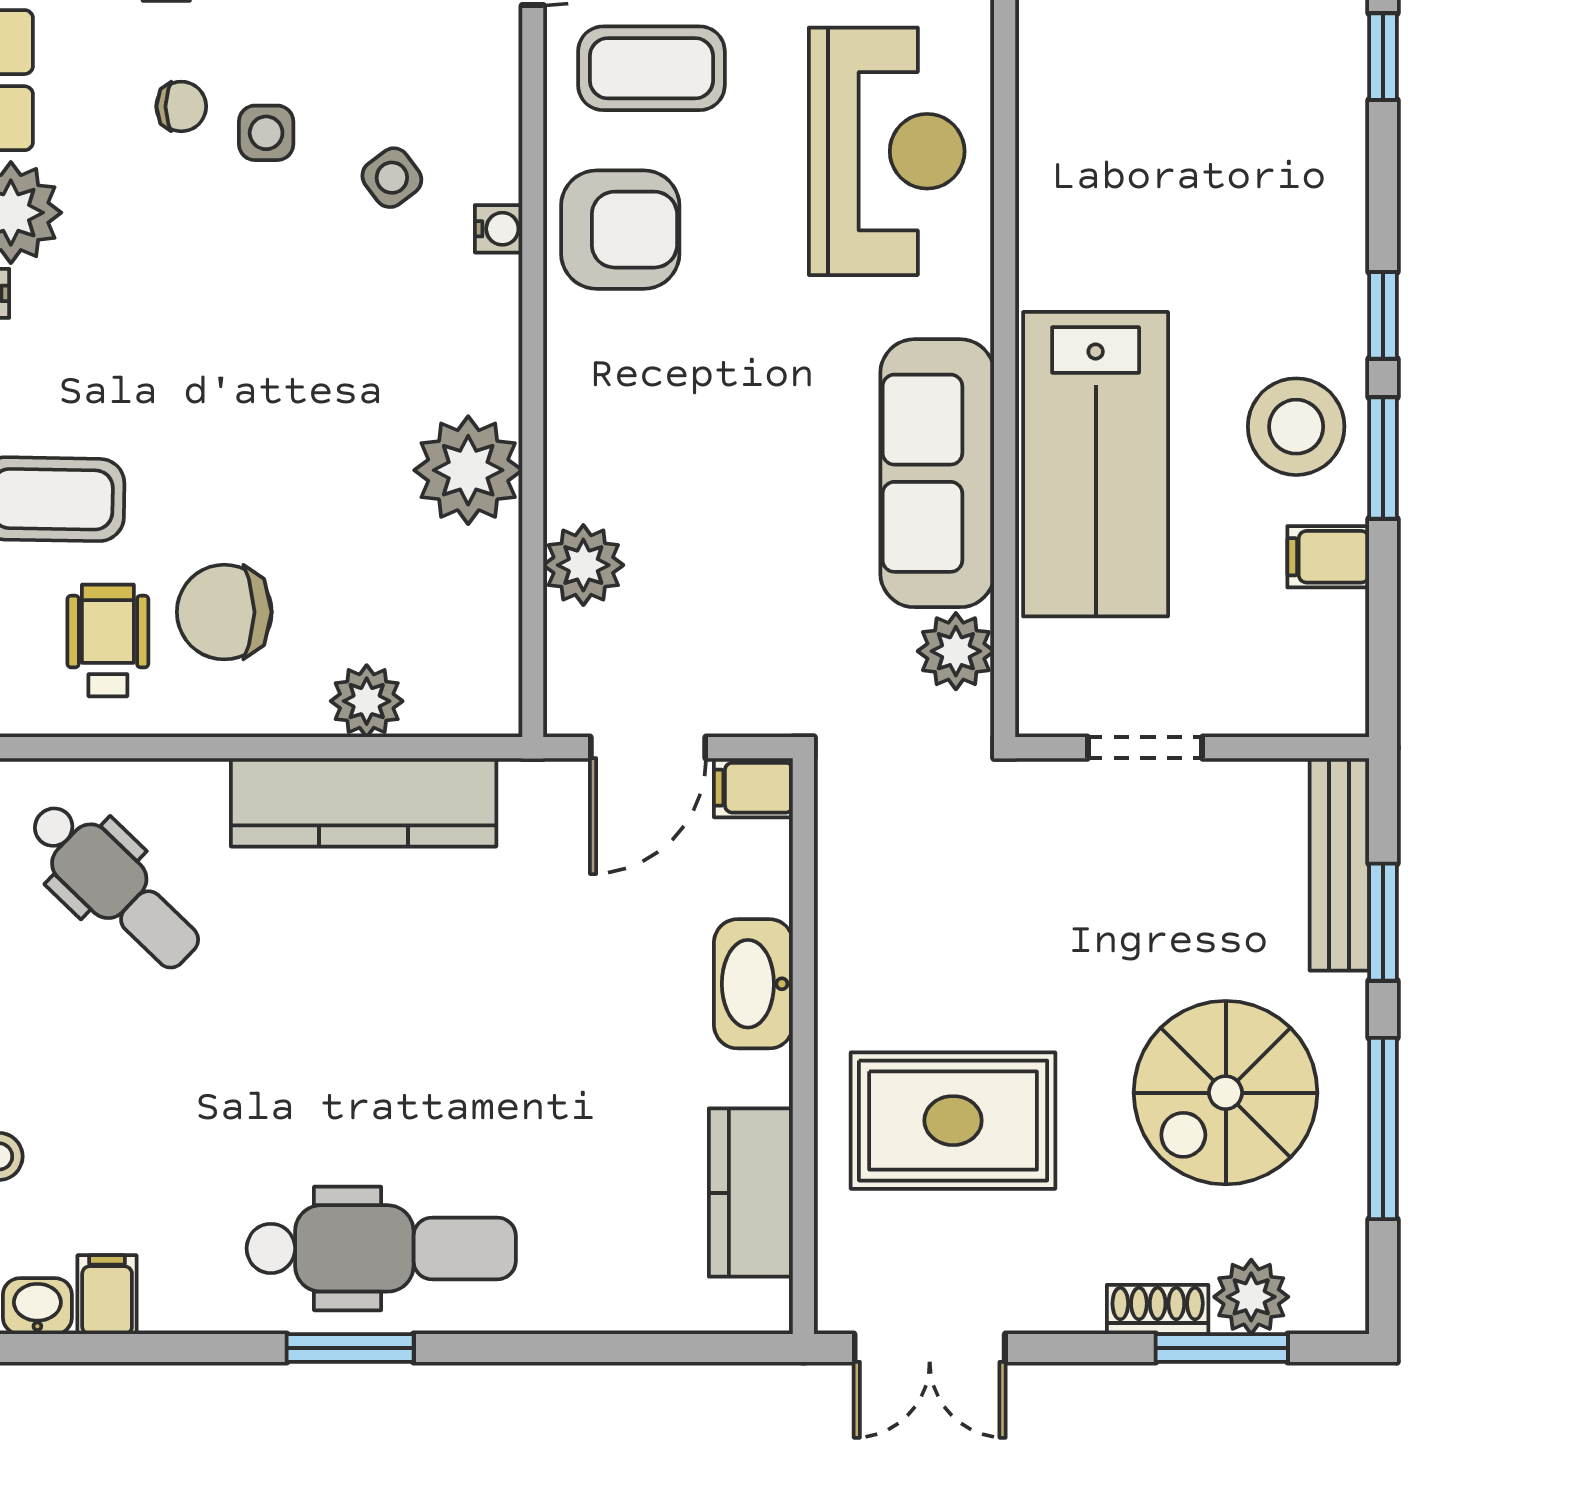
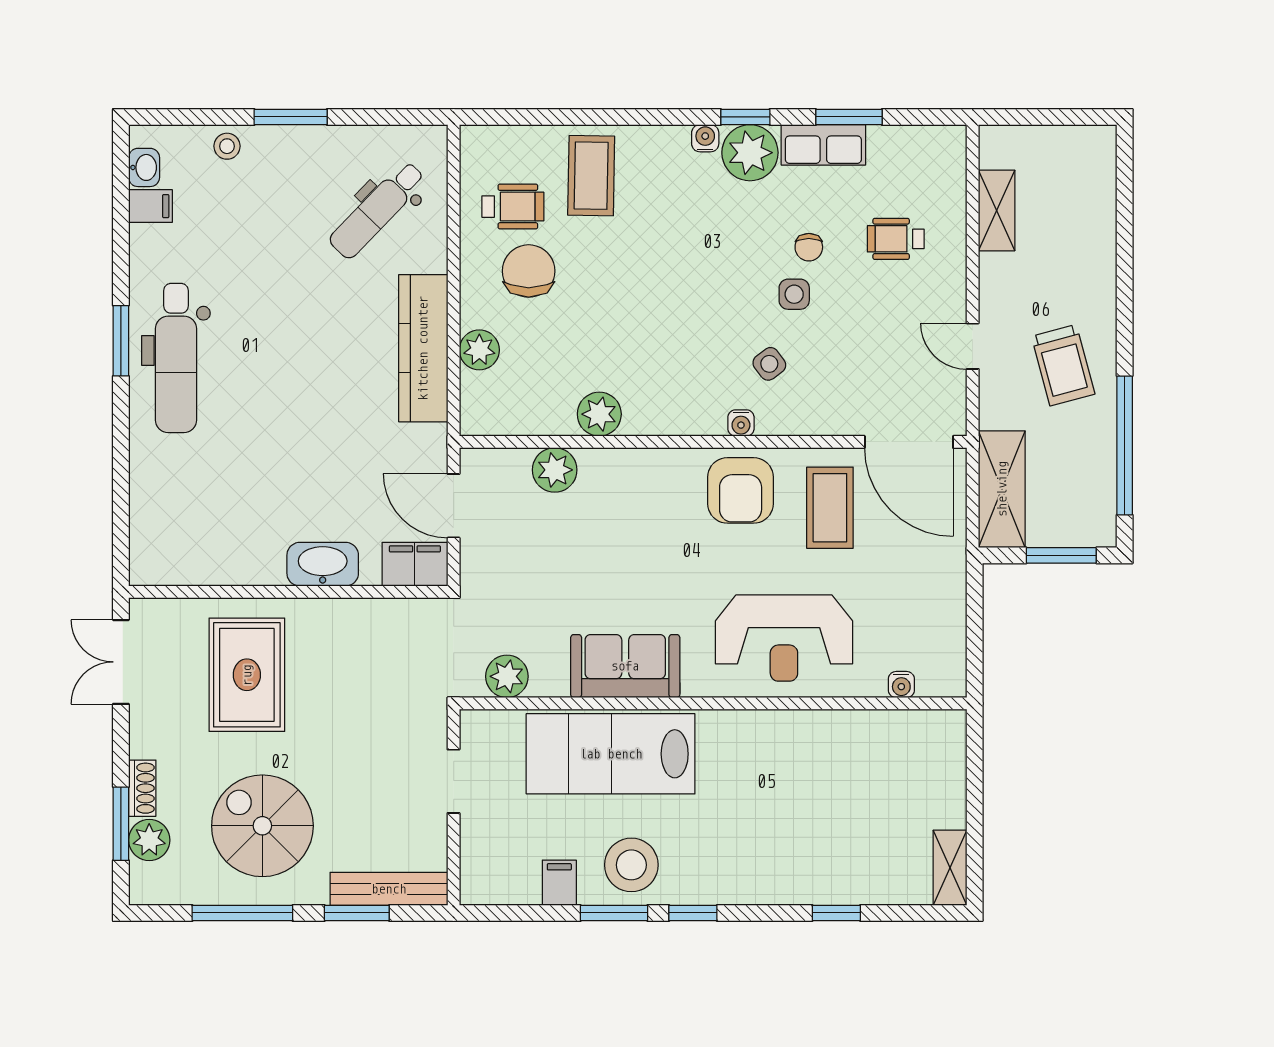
plant: (468, 470) -> (599, 414), width x0.73, depth x0.73
sofa: (937, 473) -> (625, 666), width x0.73
filing cabinet: (753, 788) -> (415, 564), width x2.00
kitchen counter: (751, 1193) -> (207, 563), removed

